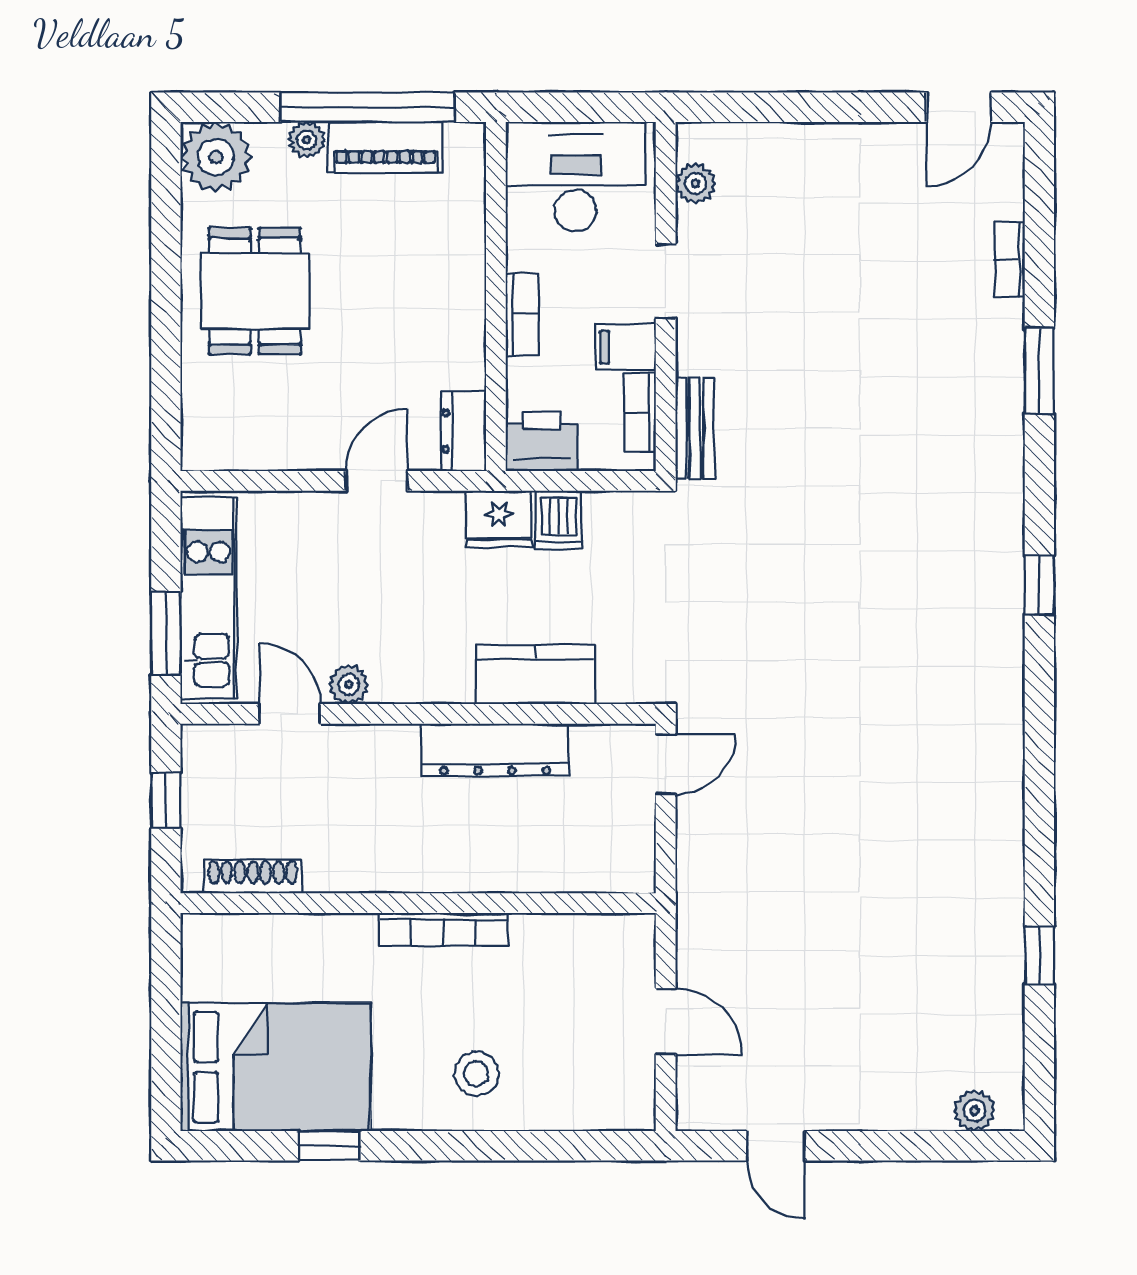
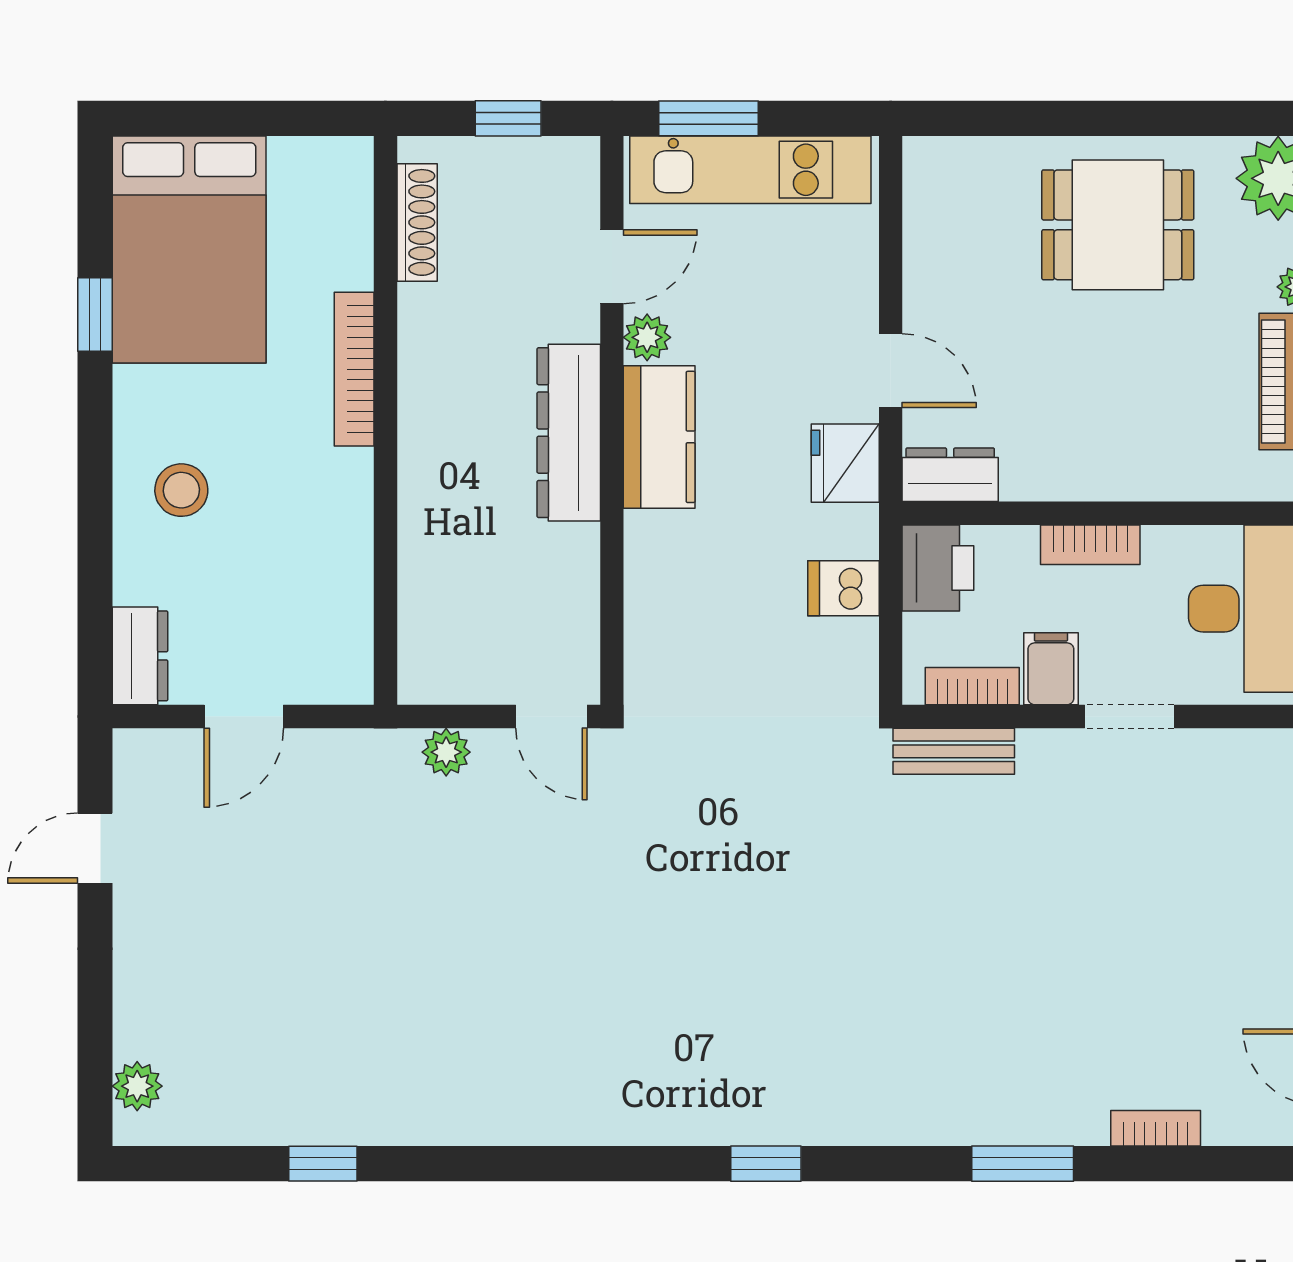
plant: (695, 183) -> (446, 752), moved
fridge: (499, 519) -> (845, 463), moved
kitchen counter: (536, 674) -> (659, 437), moved
dresser: (495, 750) -> (569, 433), moved
bookcase: (444, 929) -> (354, 369), moved
dresser: (615, 1108) -> (140, 656), added

